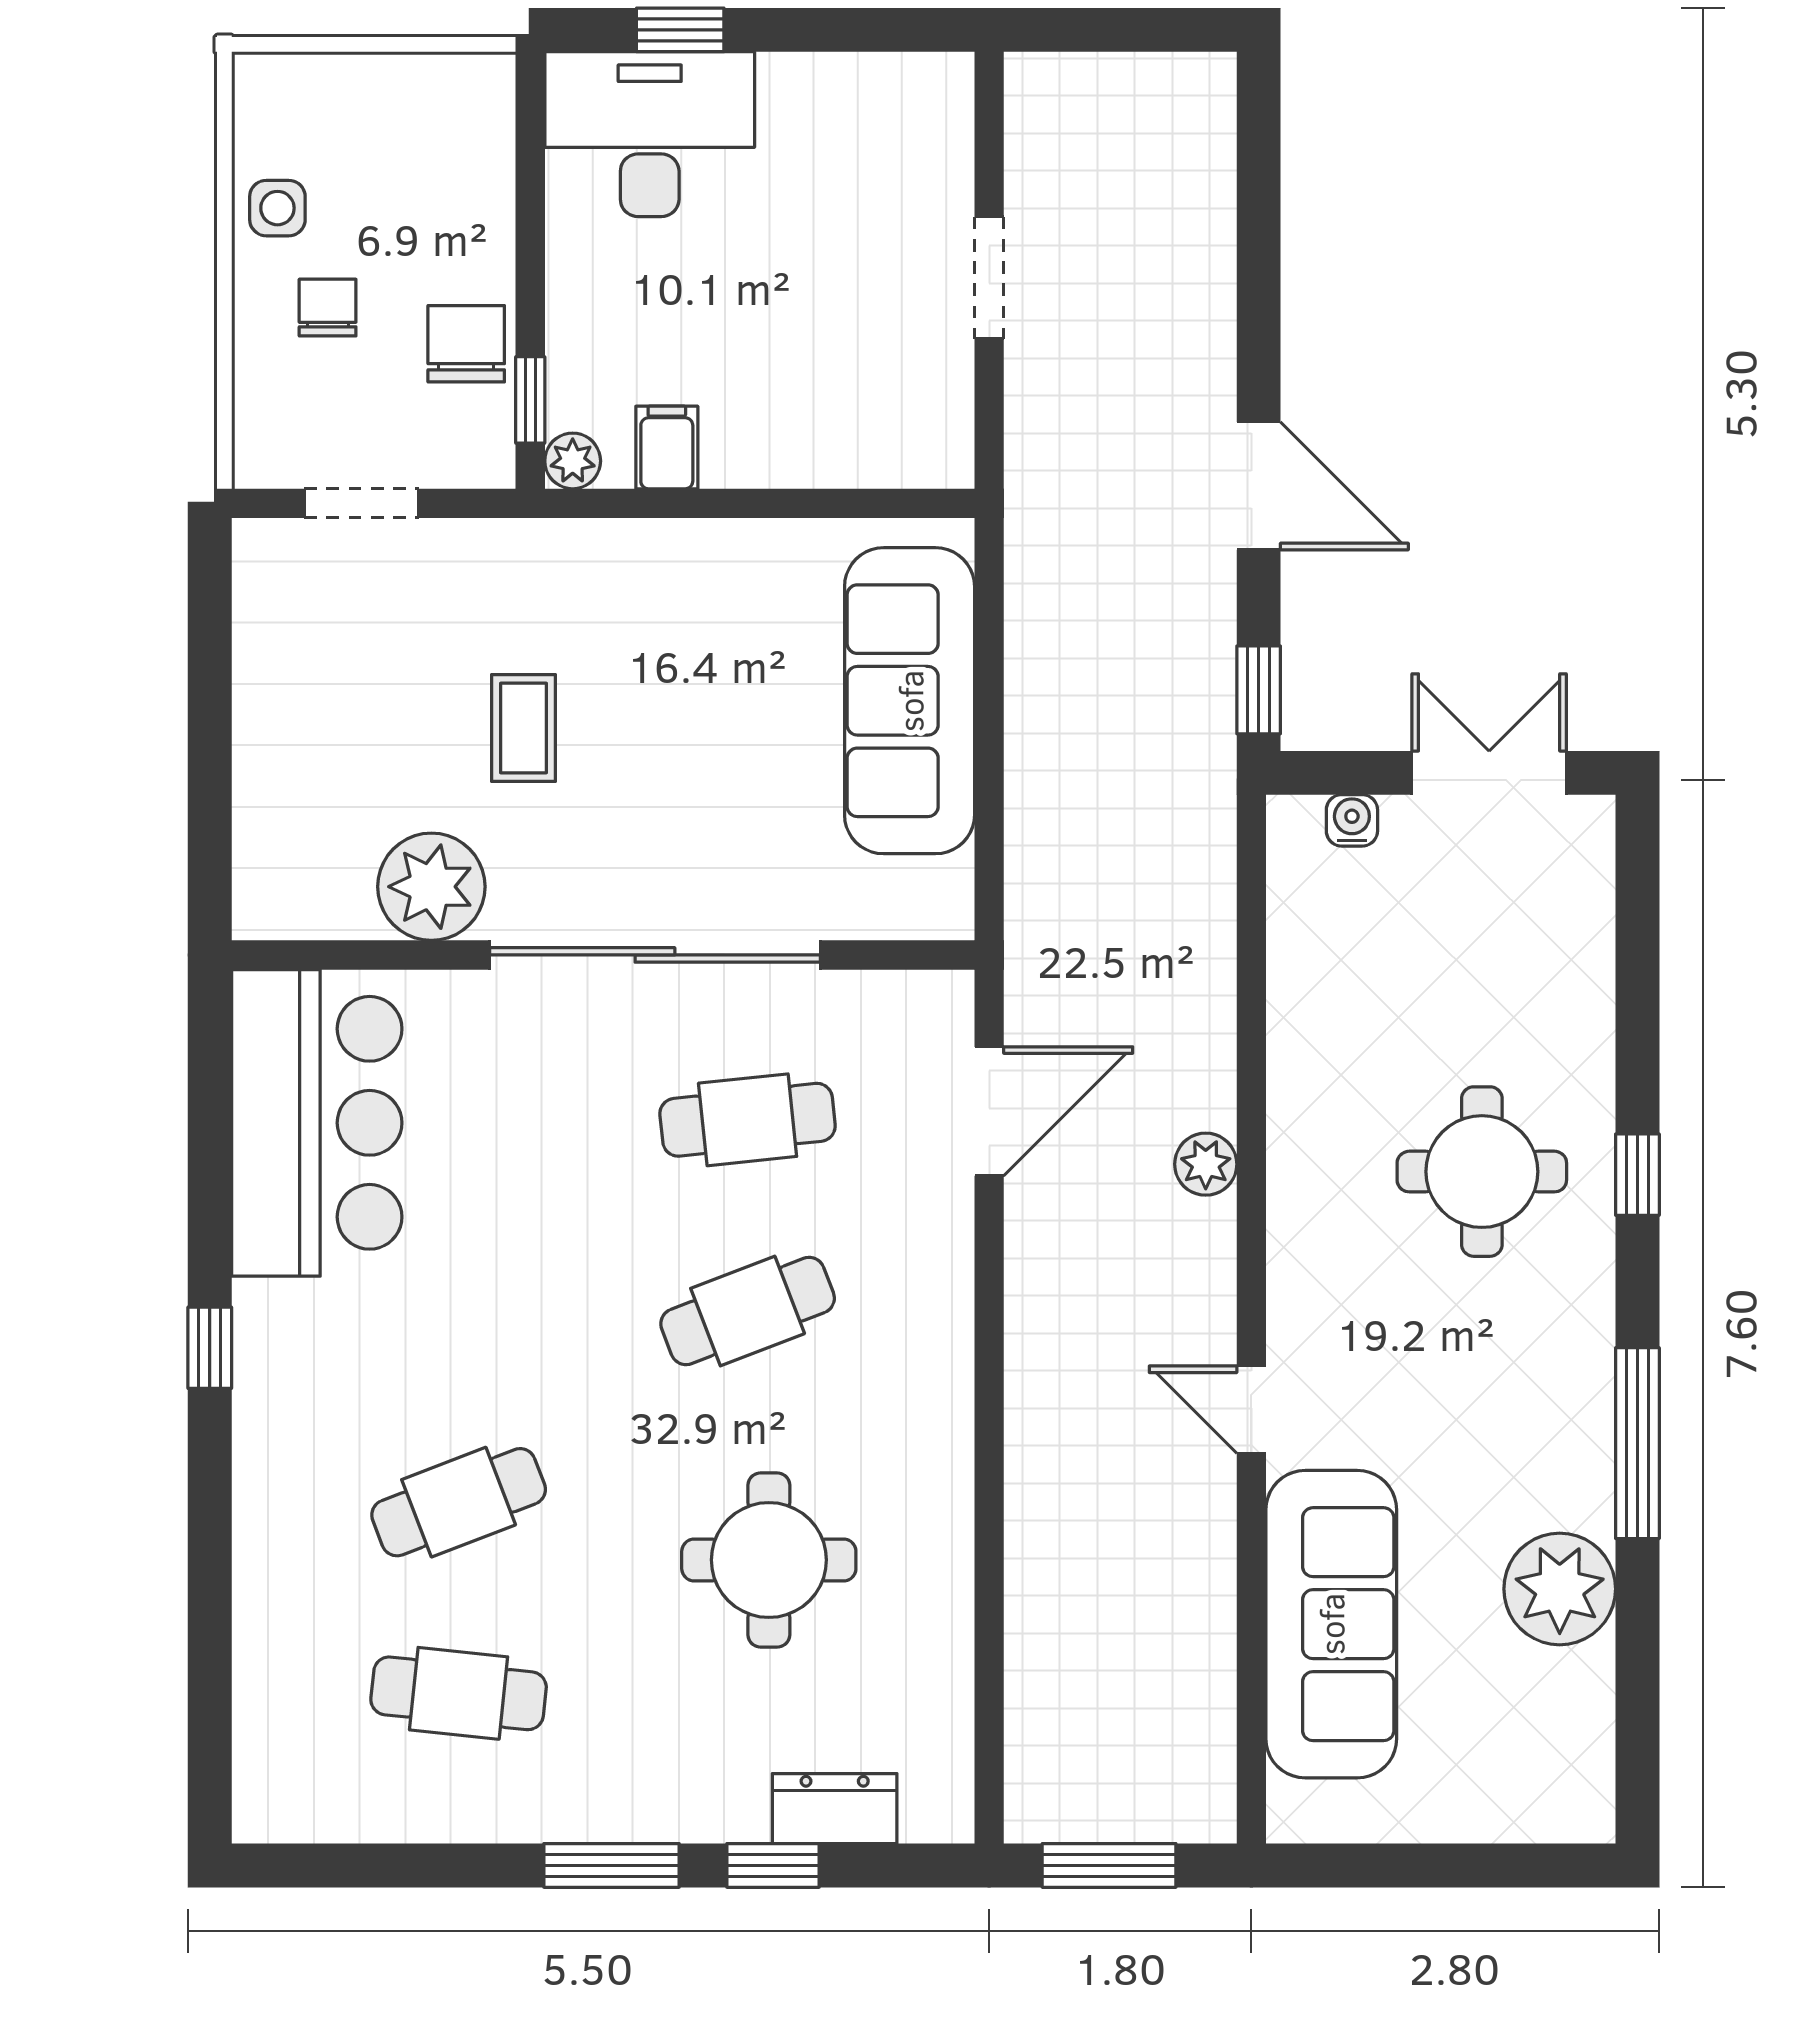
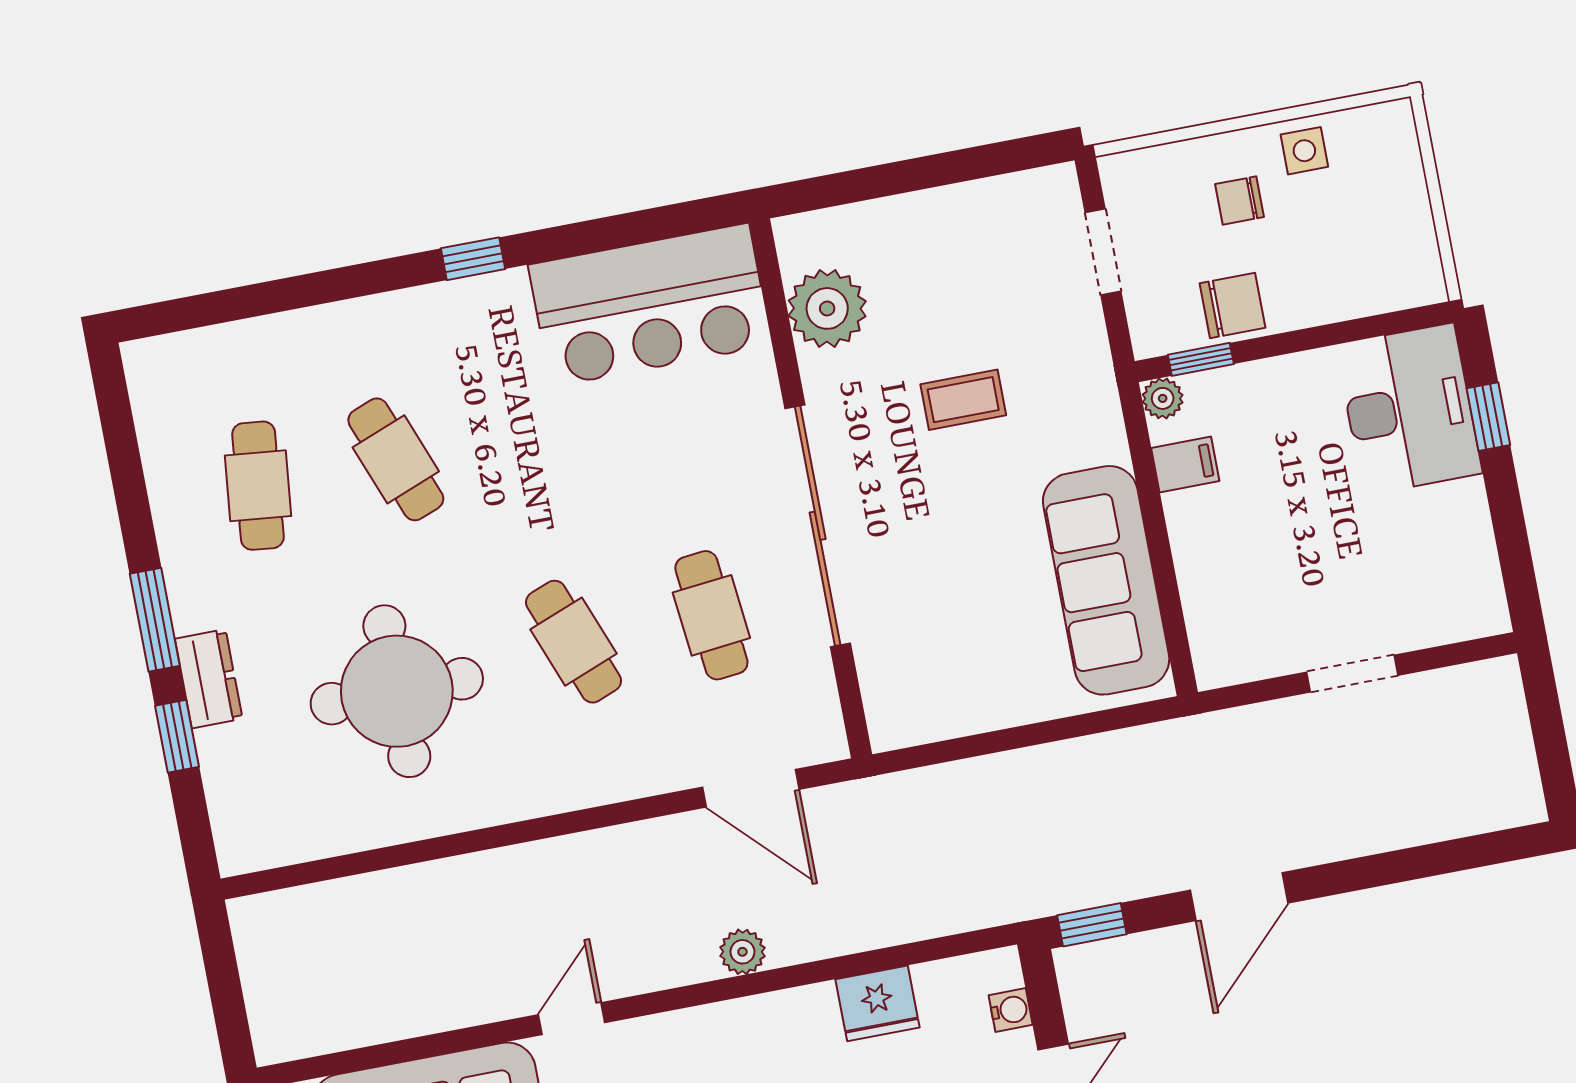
chair: (328, 308) -> (1240, 201), turned 180
sofa: (910, 701) -> (1106, 580), moved, turned -90
plant: (431, 887) -> (827, 308), moved
fridge: (1309, 997) -> (878, 1003), added
round table: (769, 1560) -> (397, 691), width x1.36, depth x1.36
dresser: (835, 1809) -> (209, 679), moved
window: (1109, 1865) -> (223, 979), removed

